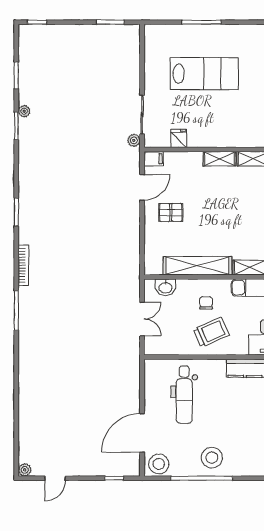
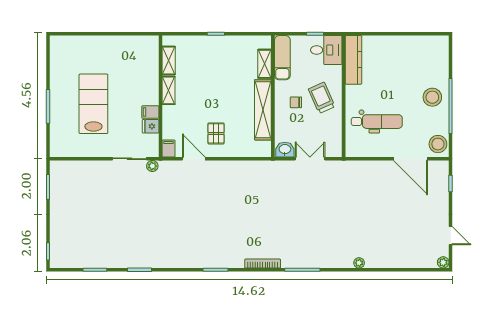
plant: (24, 111) -> (359, 263), moved
filing cabinet: (195, 138) -> (150, 112), added
washbasin: (165, 287) -> (285, 150), moved, turned -90

